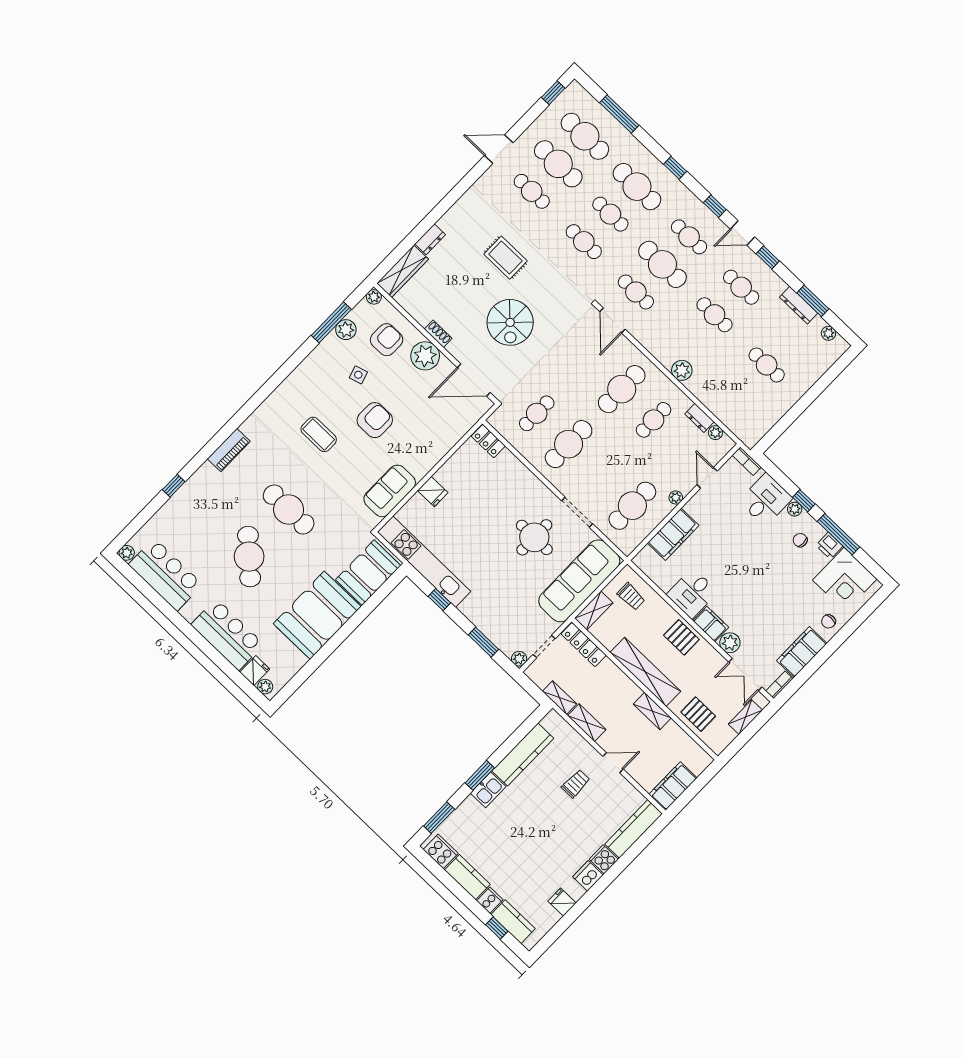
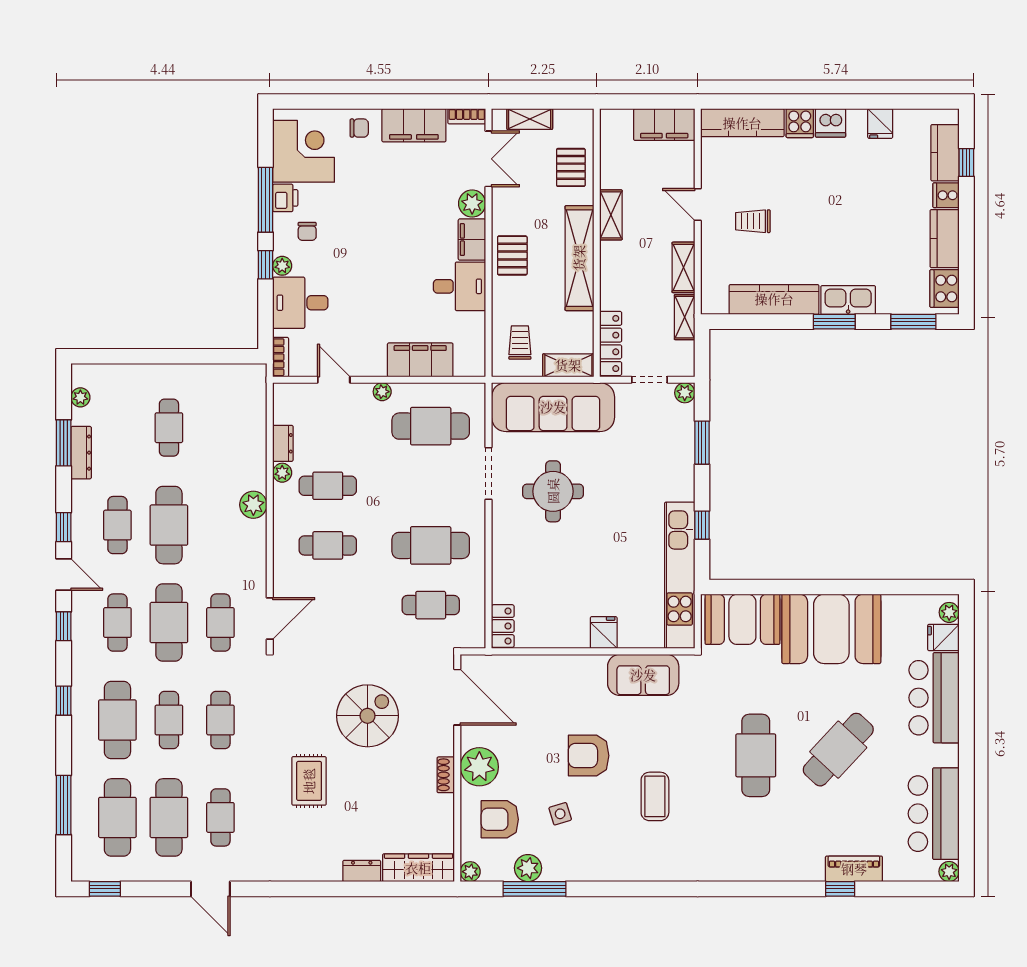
cafe table: (715, 315) -> (169, 525), width x1.37, depth x1.35
cafe table: (622, 389) -> (328, 545), width x0.73, depth x0.74
plant: (715, 433) -> (282, 473), moved
piano: (229, 450) -> (854, 869), moved
door: (707, 478) -> (334, 380), swing flipped
kitchen sink: (488, 790) -> (848, 300), width x1.38

